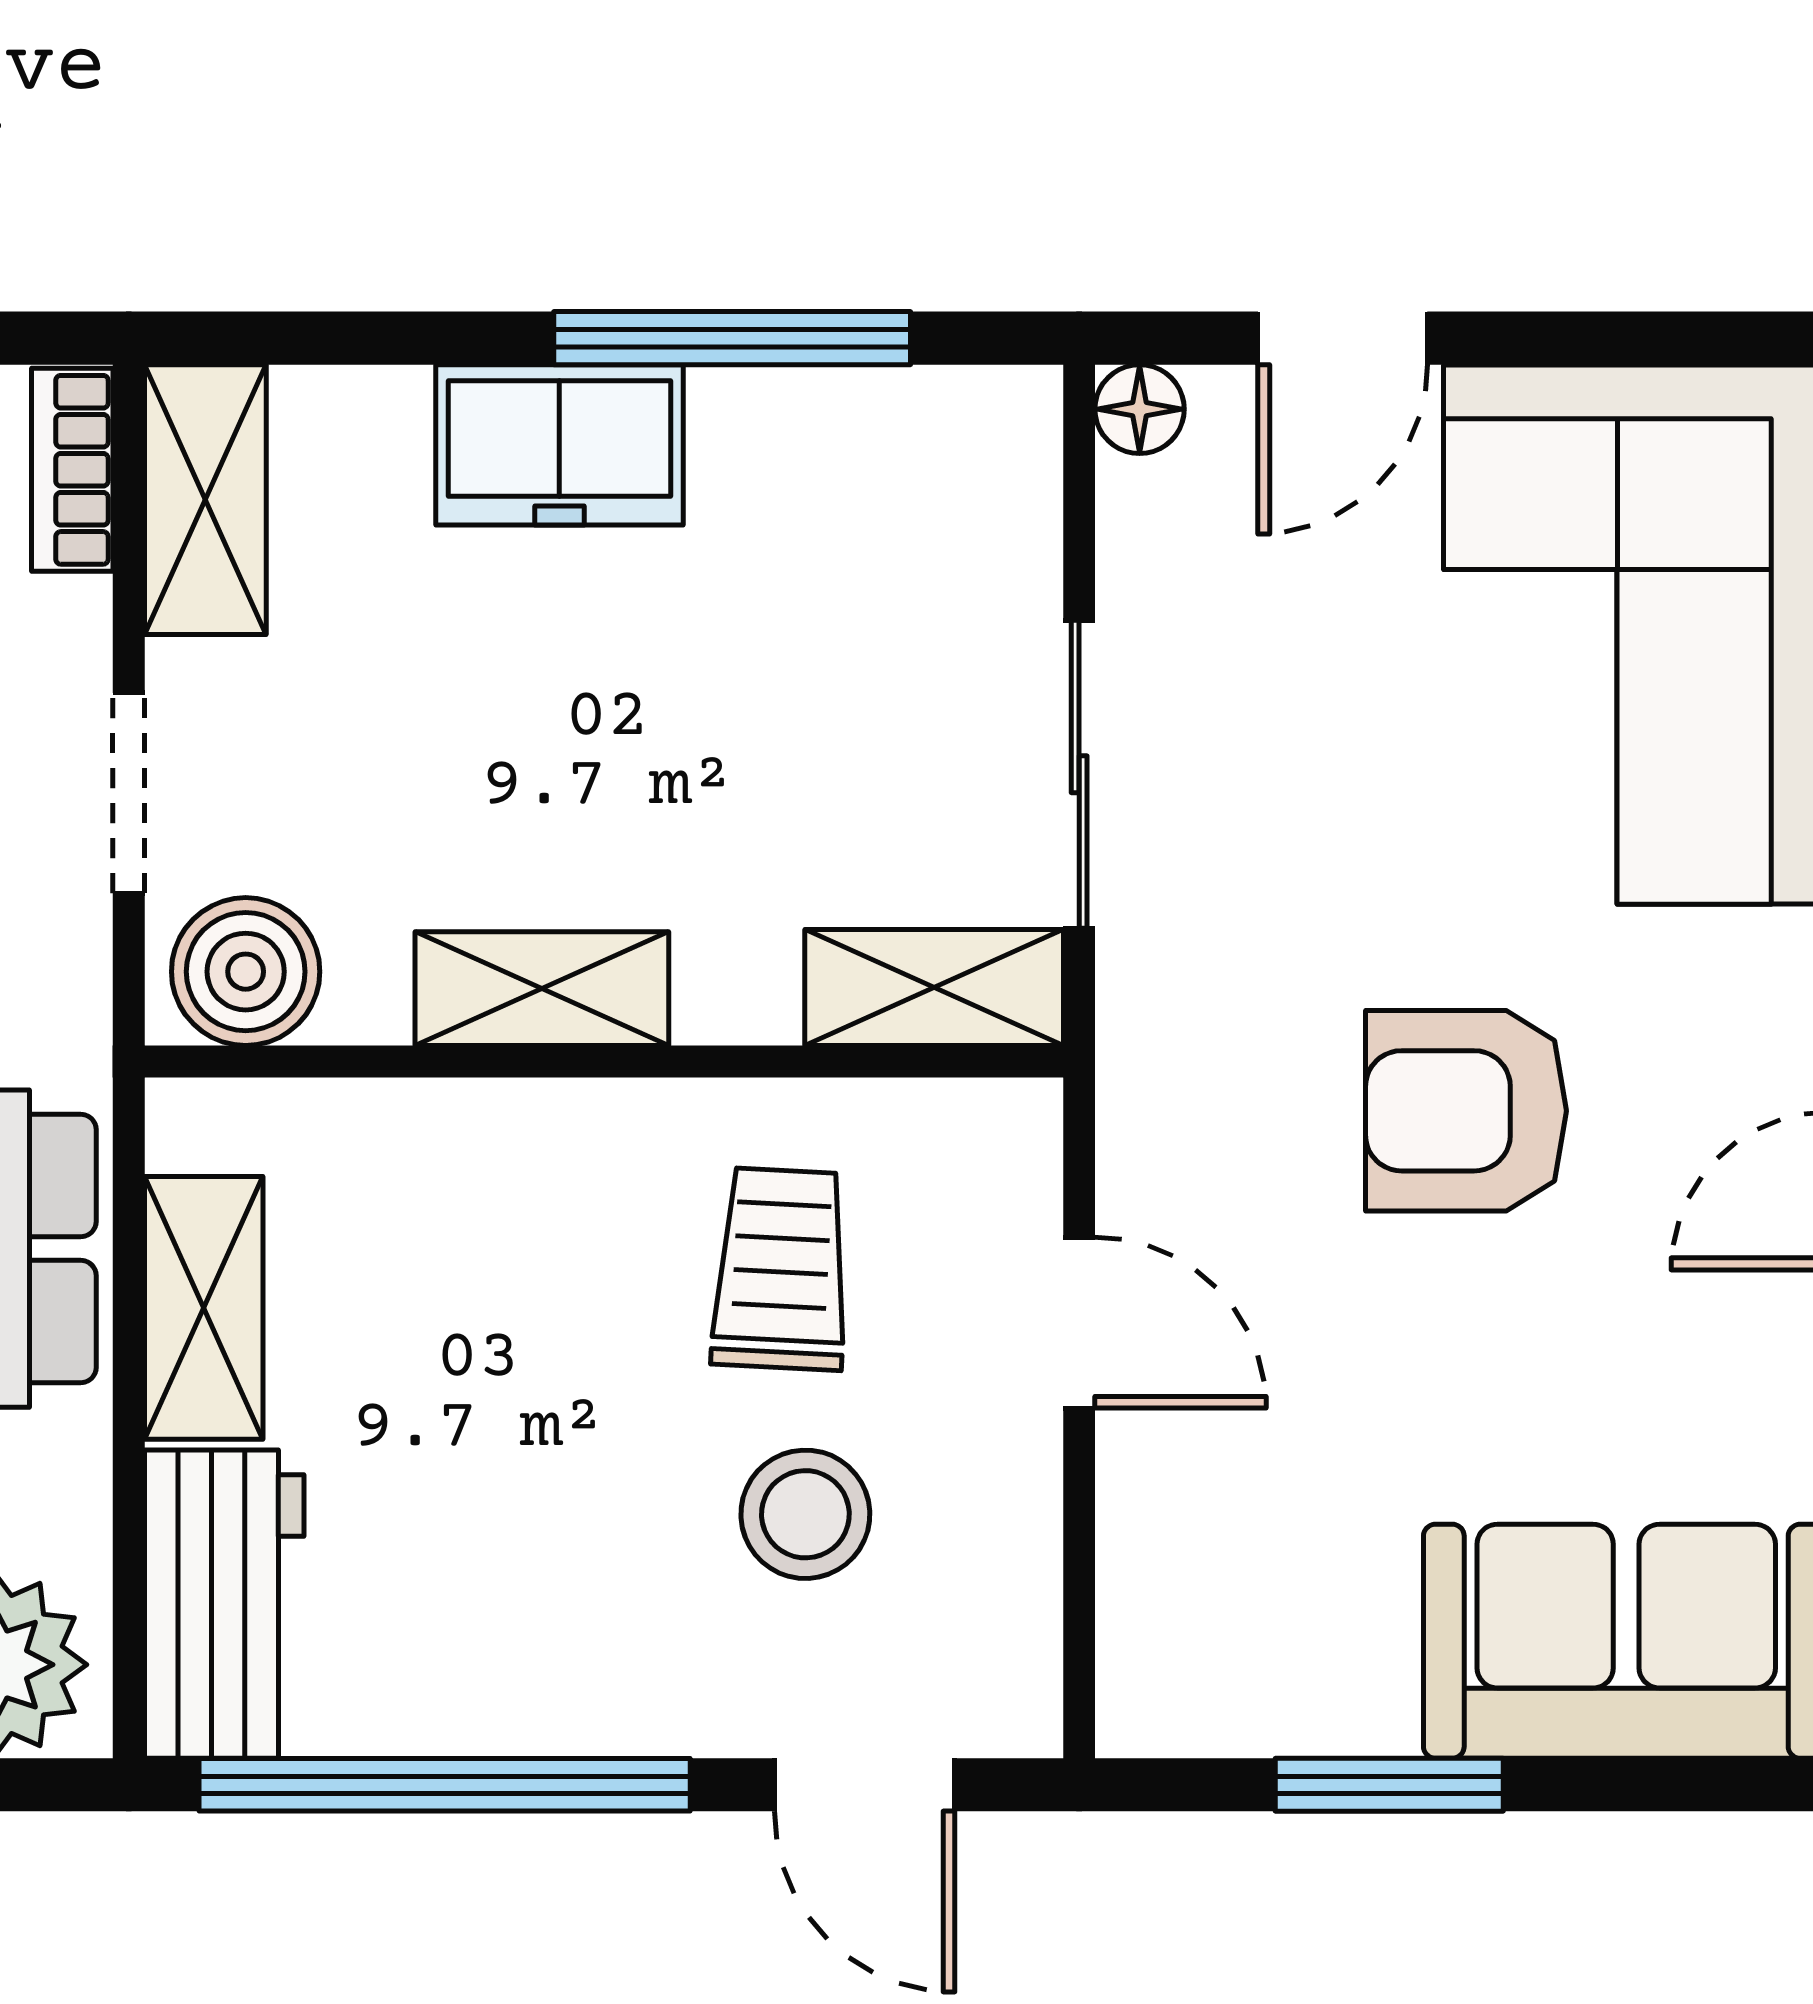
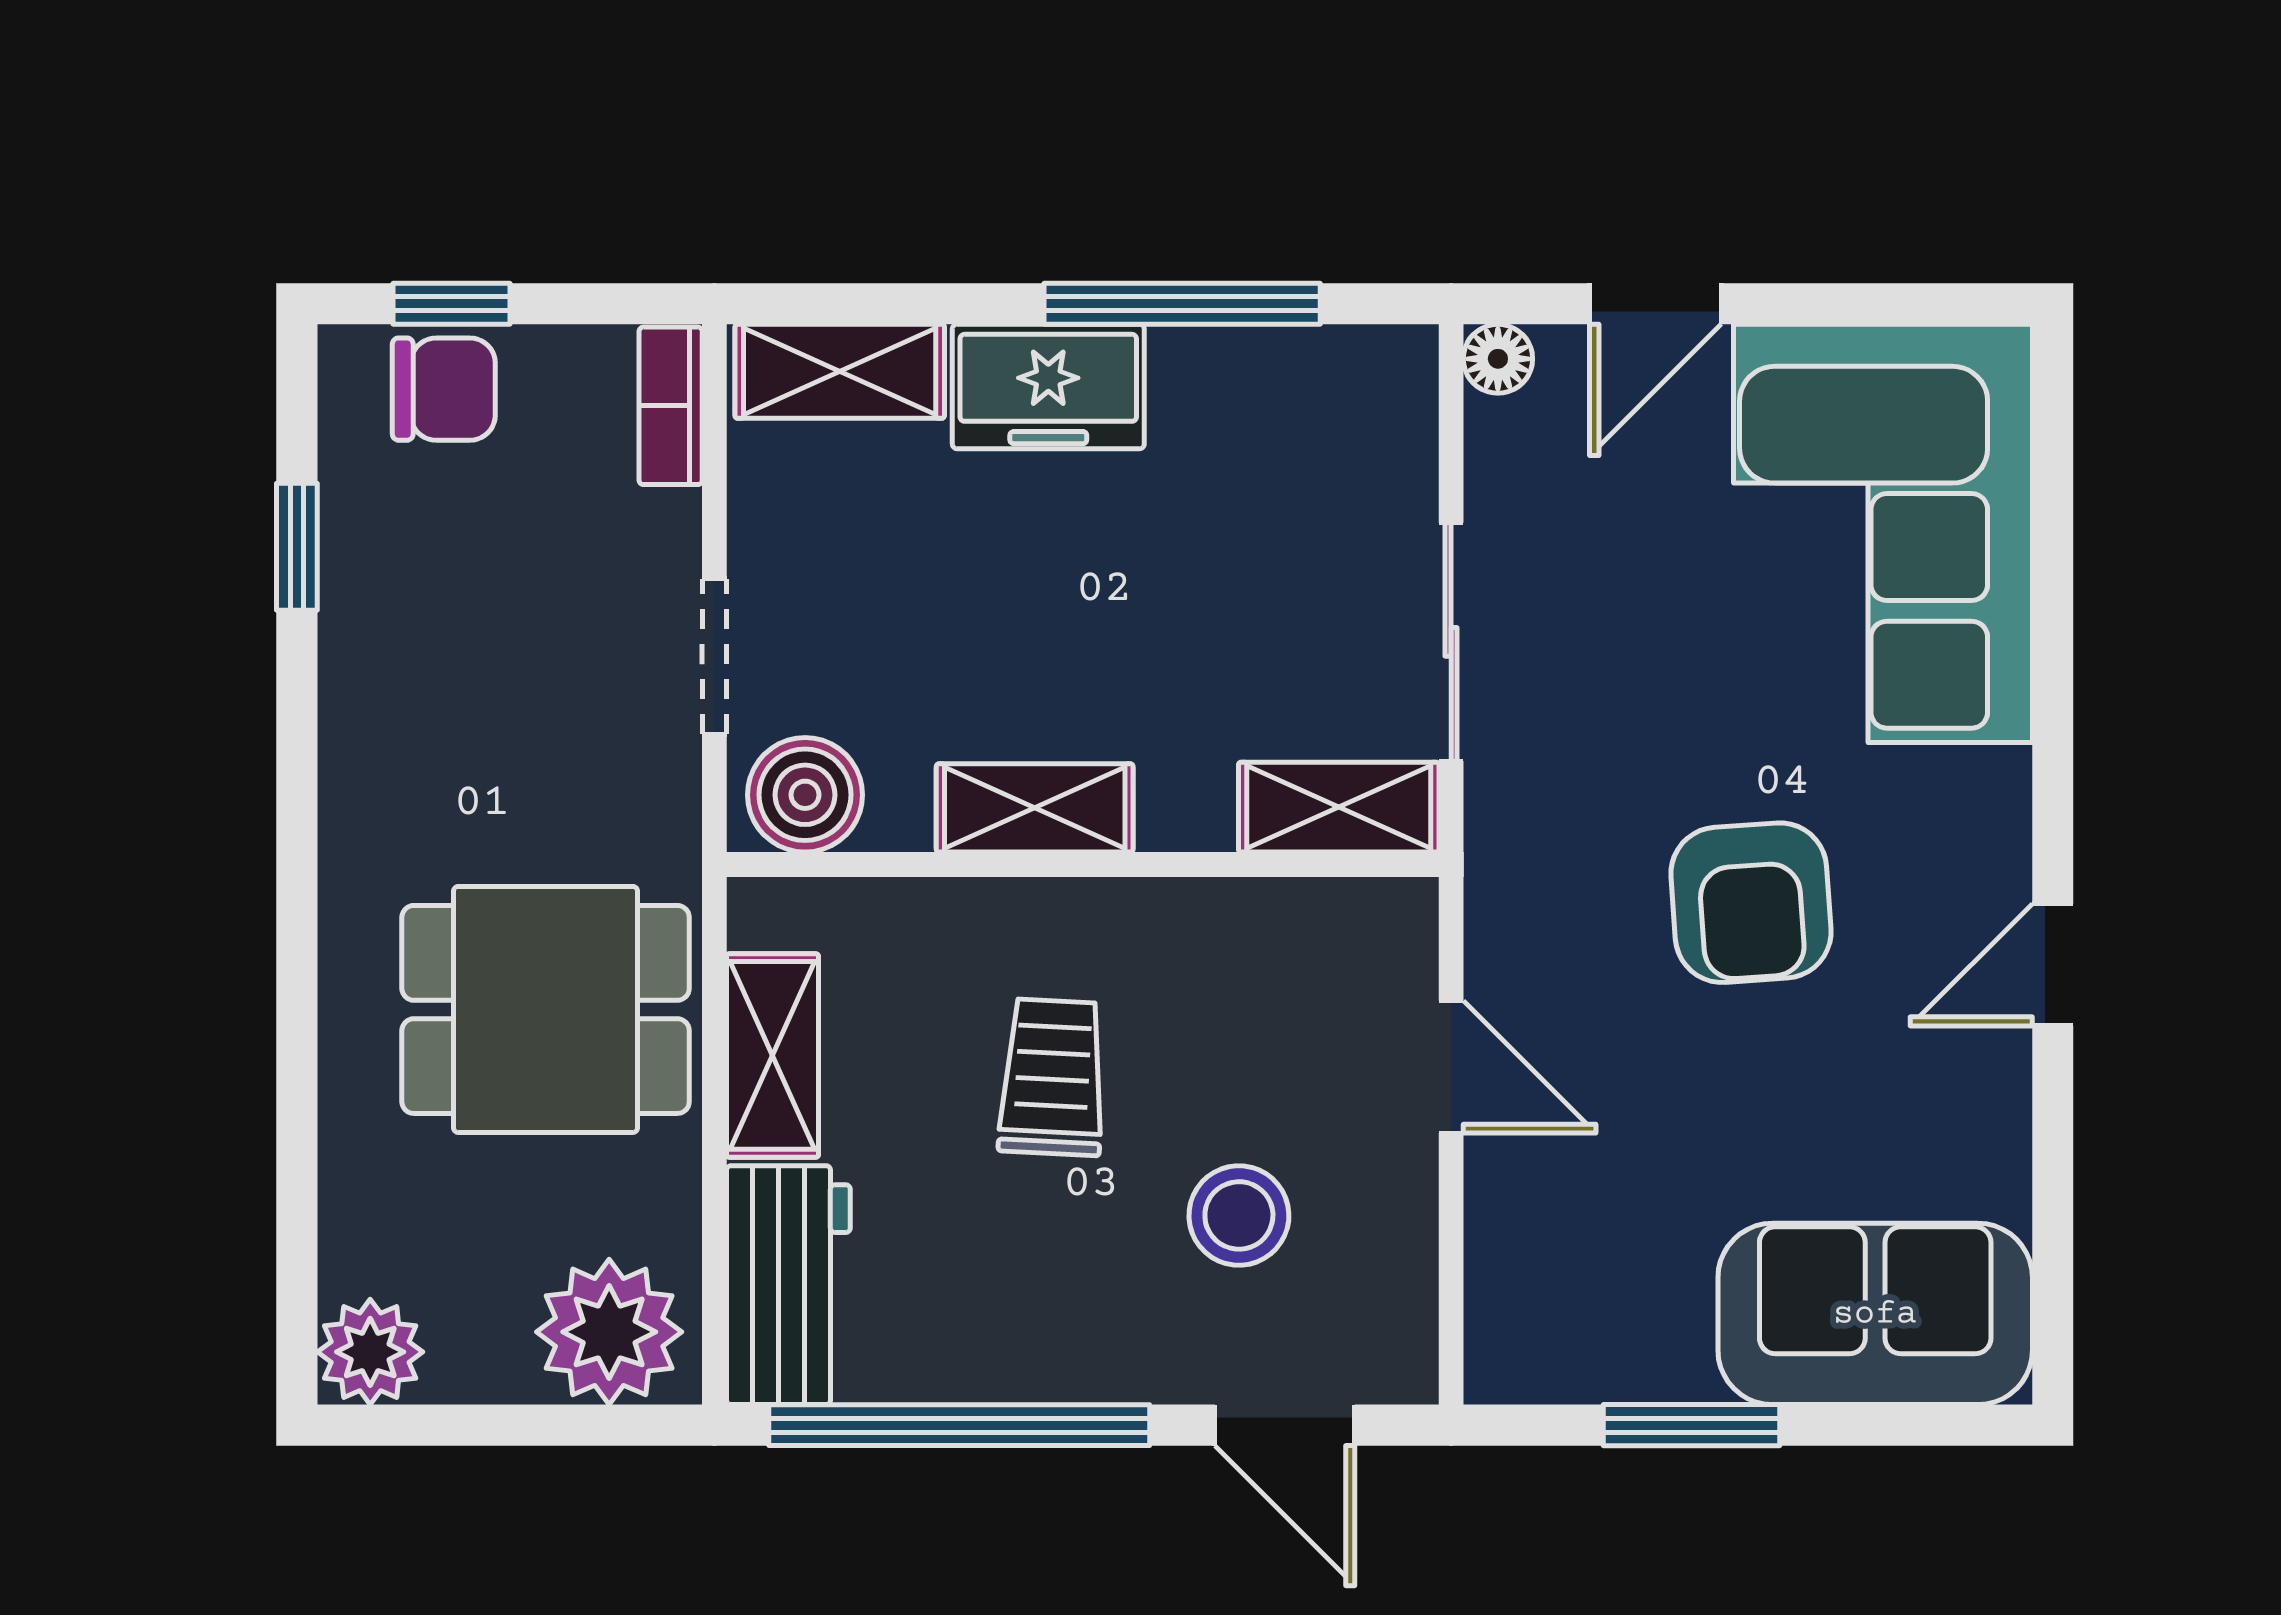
shelving: (205, 500) -> (840, 371), moved, turned 90
armchair: (1466, 1111) -> (1751, 903), turned -94
trolley: (781, 1269) -> (1052, 1077), moved

